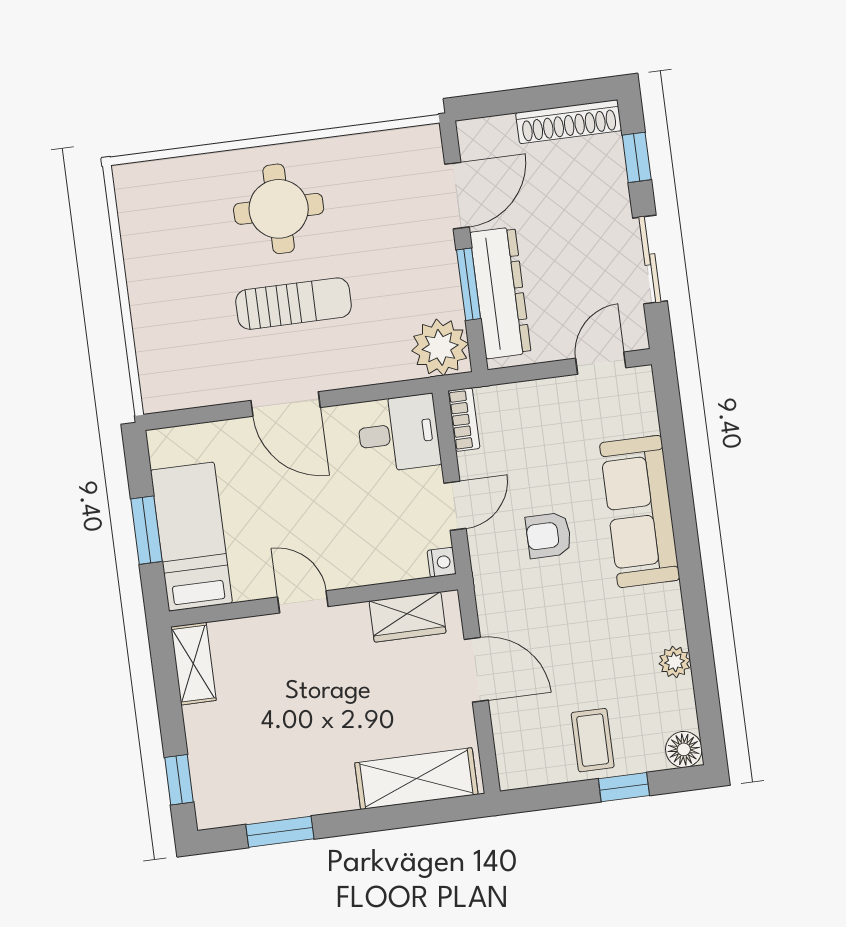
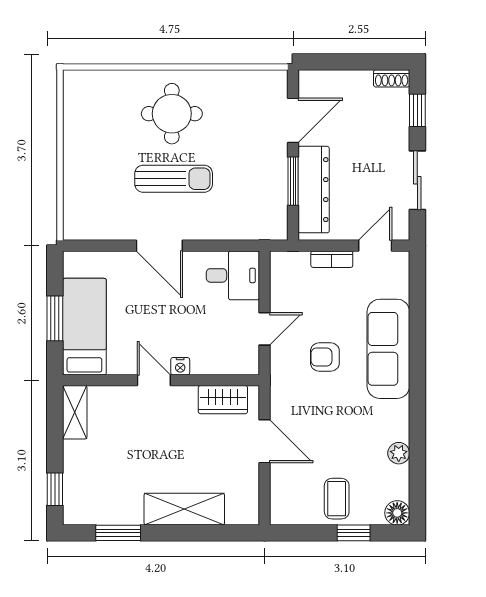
shoe rack: (569, 122) -> (392, 78), width x0.51, depth x0.81
plant: (440, 347) -> (268, 221), removed
bookcase: (464, 420) -> (332, 259), moved, turned 90
nightstand: (442, 562) -> (180, 366), moved, turned 90
shelving: (416, 779) -> (184, 509), moved

